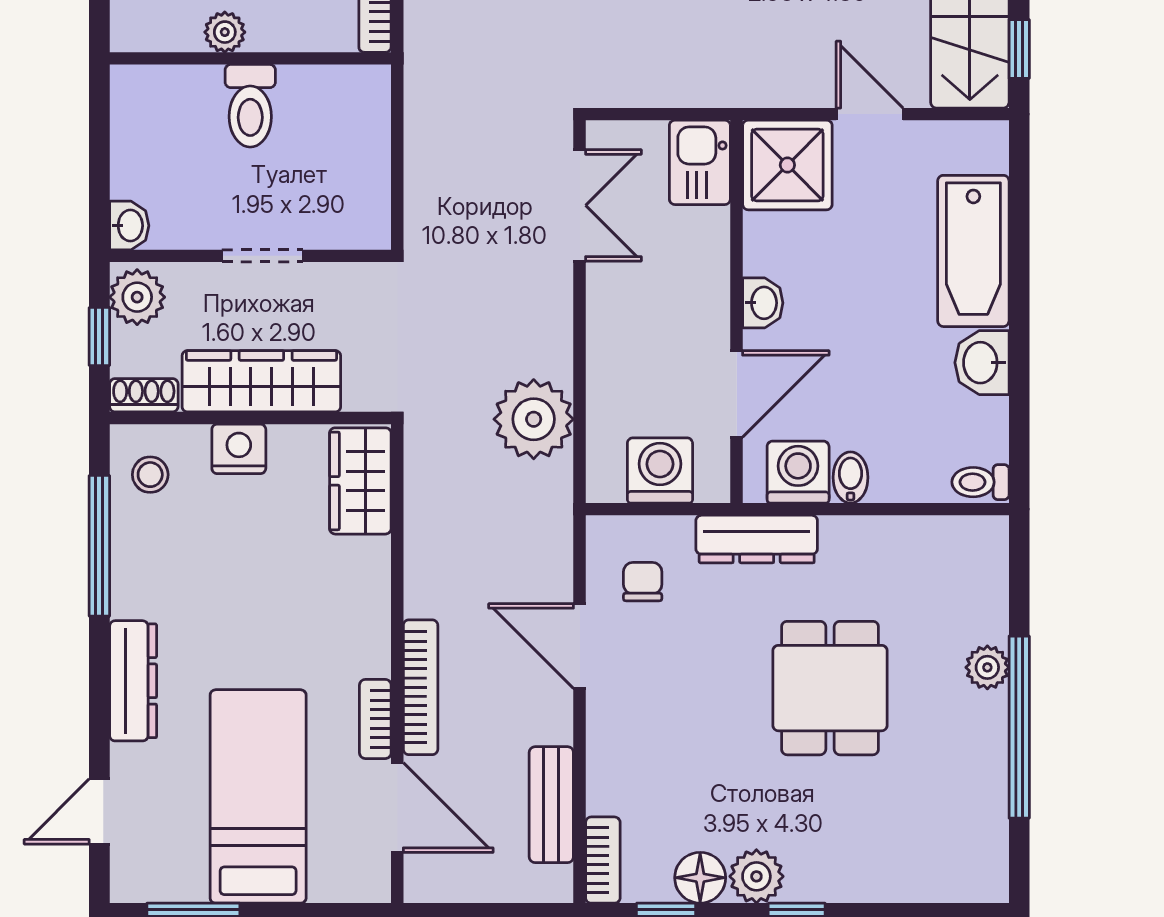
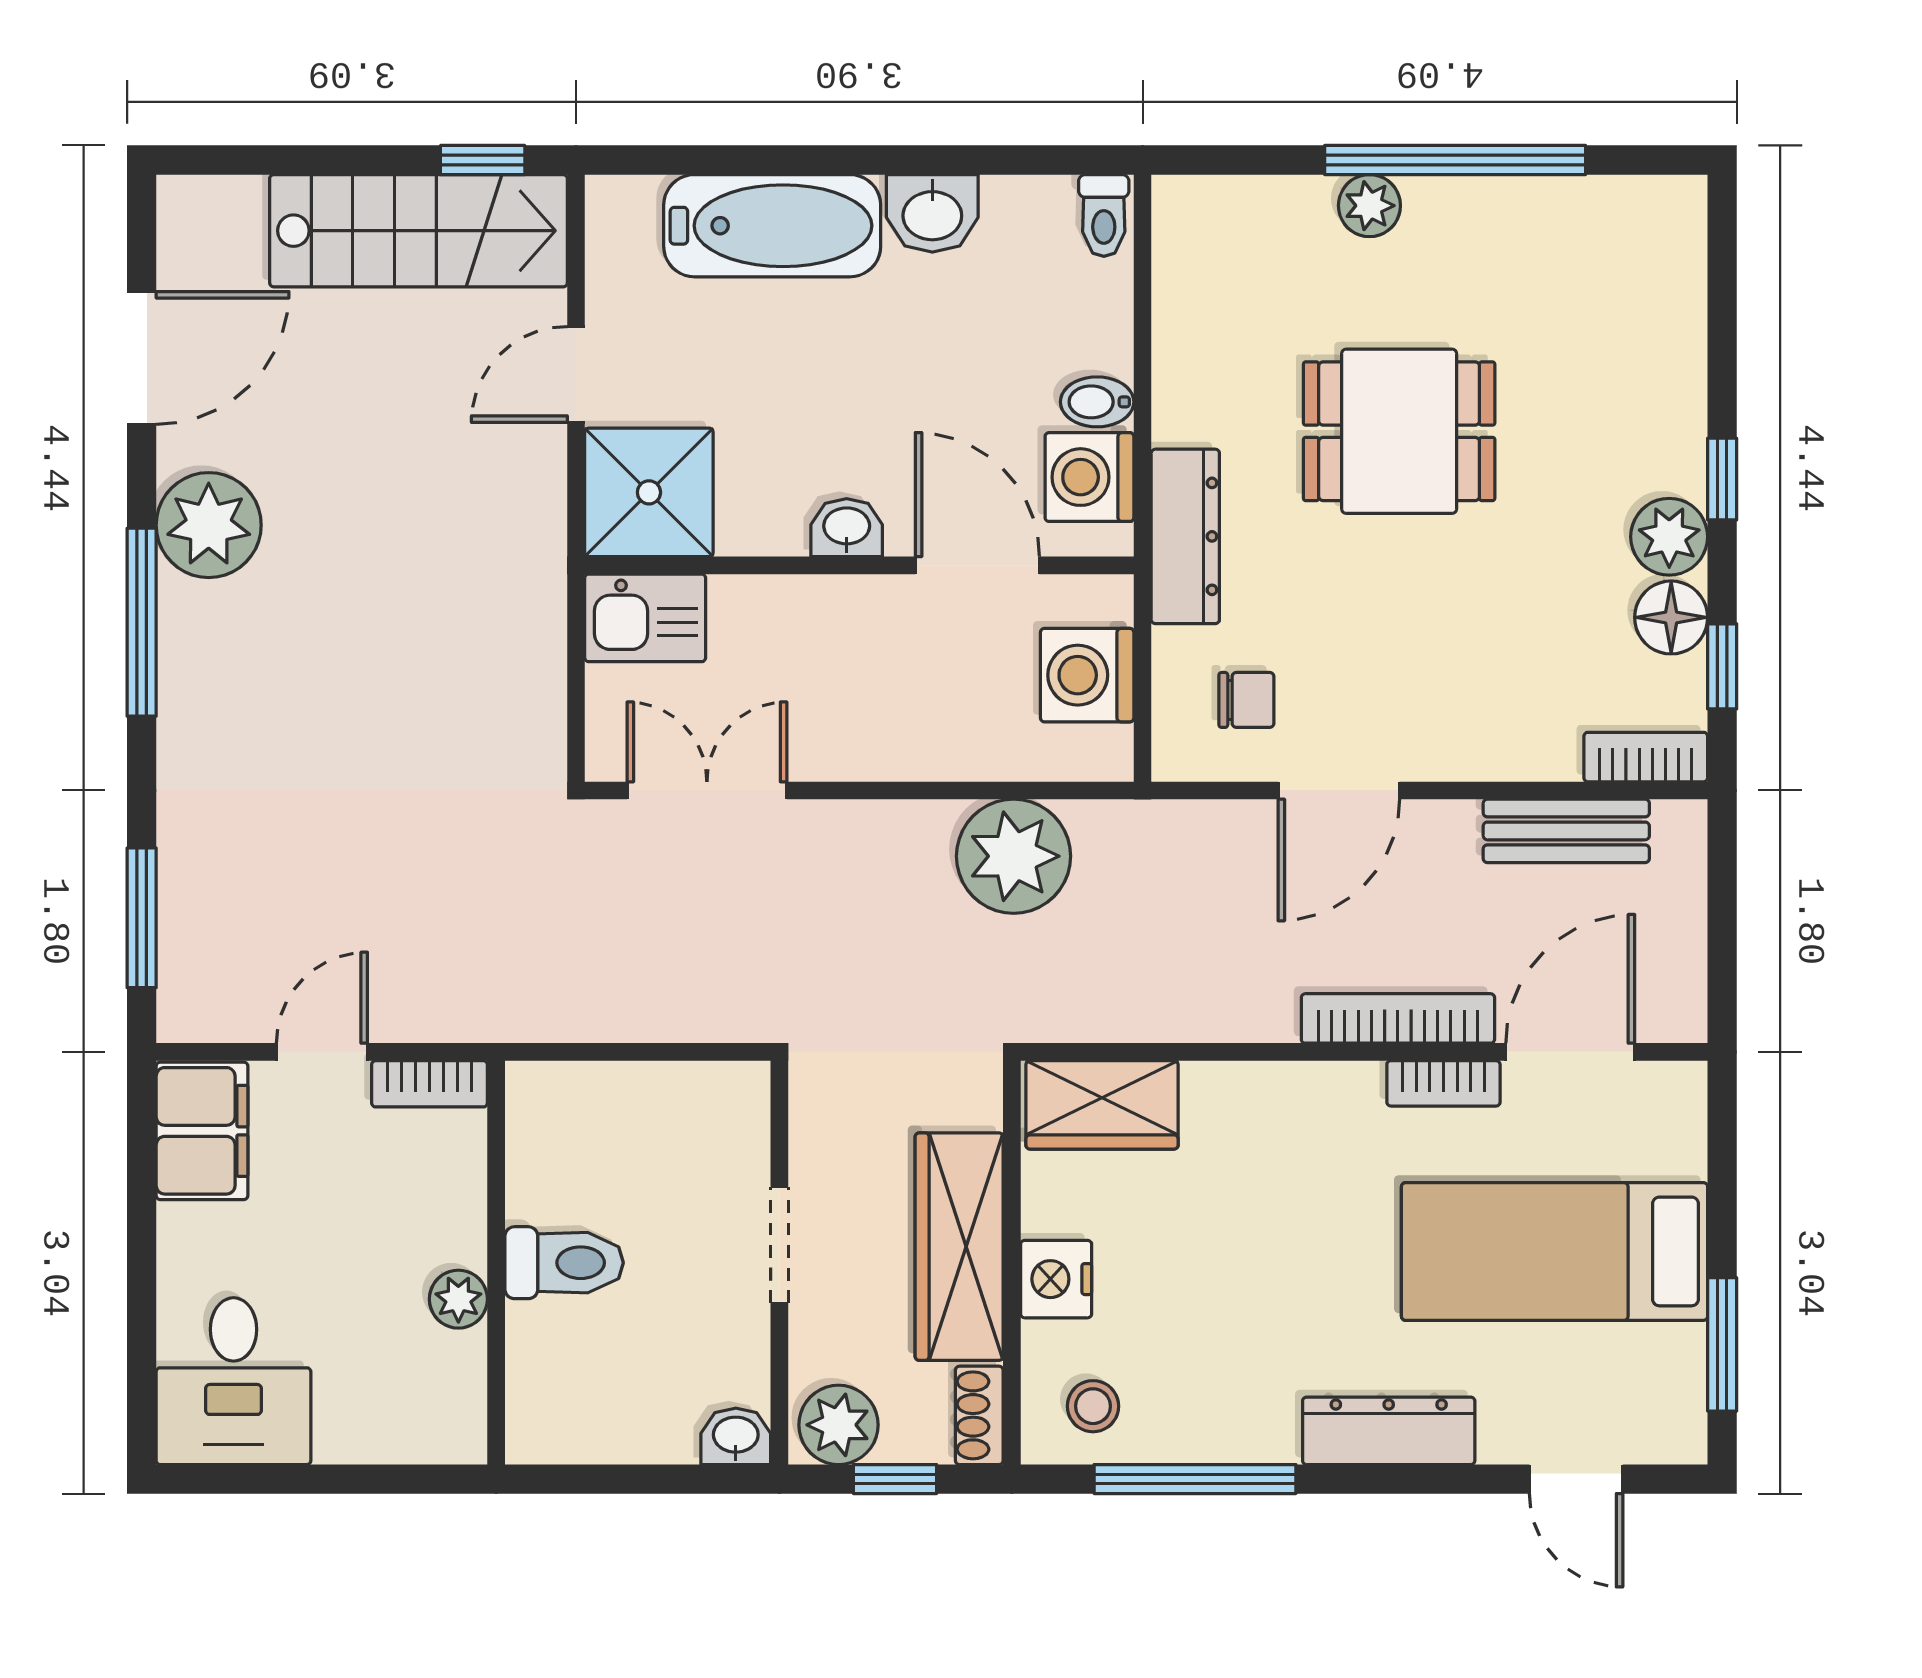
chair: (643, 582) -> (1246, 700), turned 180

